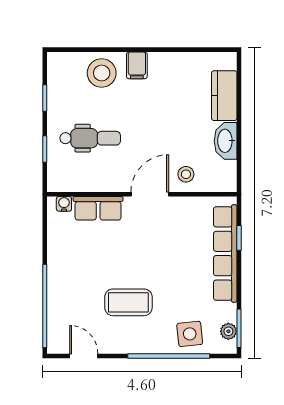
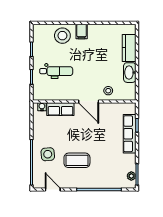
door: (150, 194) -> (89, 101), swing flipped
row of seats: (225, 253) -> (130, 134), width x0.73
side table: (190, 334) -> (48, 154), moved

